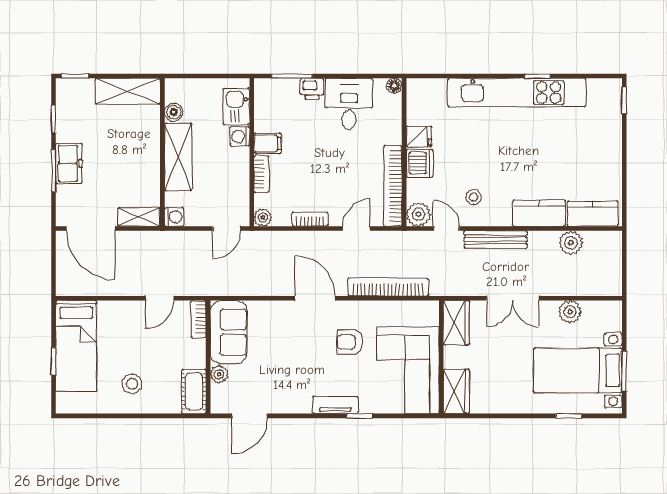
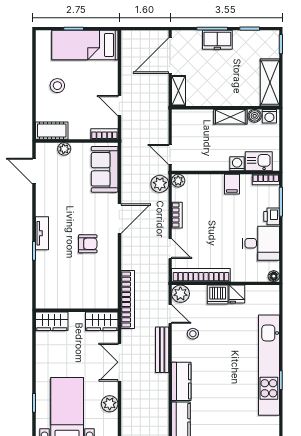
shelving: (178, 157) -> (230, 117), width x0.67, depth x0.75
bookcase: (261, 174) -> (266, 180), moved
washing machine: (174, 217) -> (269, 116), moved
door: (446, 229) -> (170, 314), hinge flipped
plant: (571, 243) -> (160, 184), moved
bookcase: (388, 287) -> (128, 300), moved
sofa: (229, 332) -> (105, 169), moved, turned 90
armchair: (350, 342) -> (88, 244), turned 90
corner sofa: (408, 370) -> (67, 286), removed

